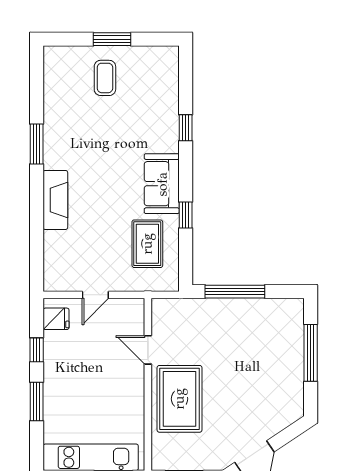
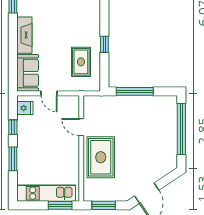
sofa: (162, 184) -> (28, 73), moved, turned 180
door: (95, 295) -> (49, 93), hinge flipped
window: (311, 353) -> (181, 129), width x1.46

